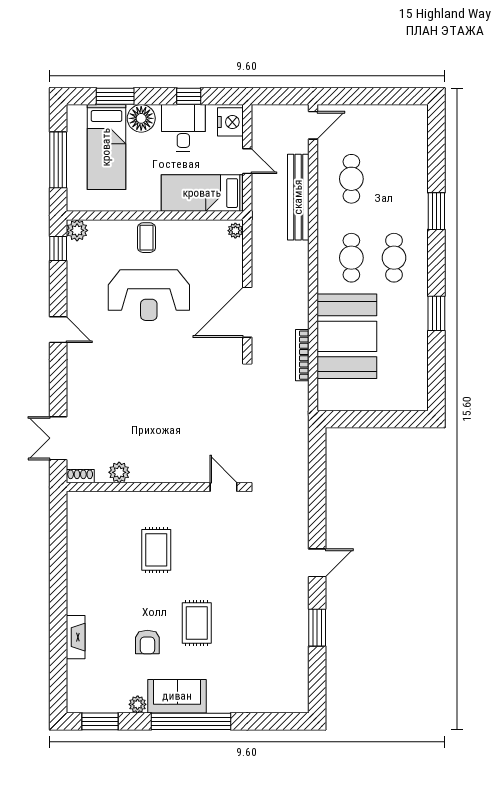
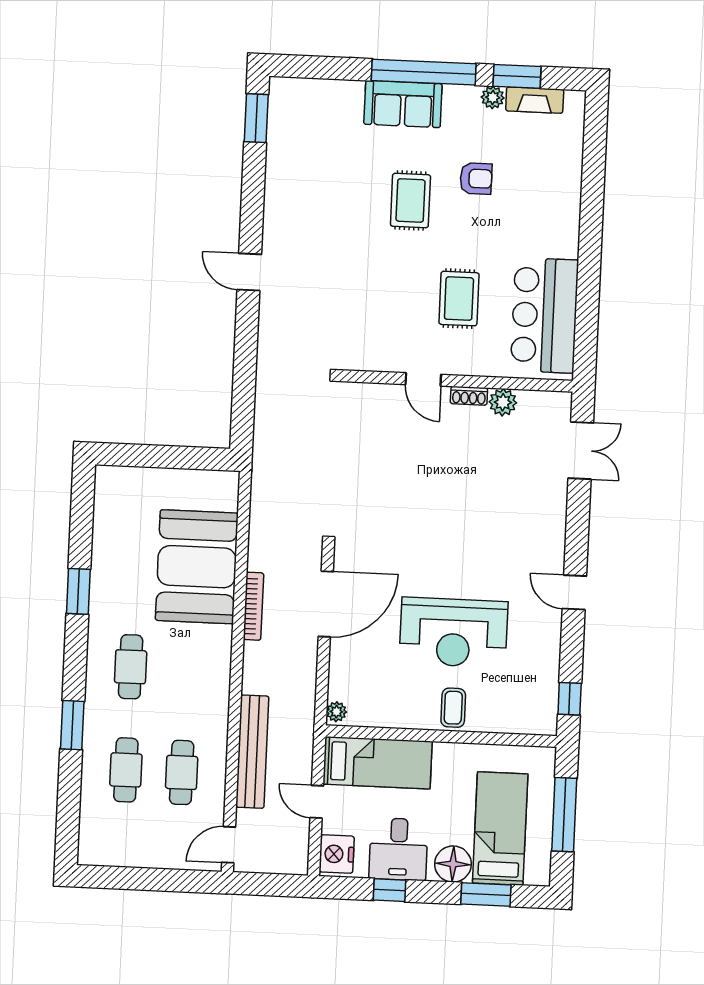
plant: (77, 230) -> (544, 721), removed
cafe table: (351, 258) -> (126, 770), moved
reception desk: (149, 295) -> (454, 632), turned 180
bookcase: (302, 355) -> (253, 606), moved
shoe rack: (80, 476) -> (469, 396), moved
door: (223, 487) -> (423, 379), moved
bar counter: (90, 540) -> (545, 315), added
door: (317, 563) -> (249, 272), hinge flipped
window: (317, 628) -> (256, 118), moved
fireplace: (76, 637) -> (535, 100), moved, turned -90
armchair: (147, 642) -> (476, 179), turned 90
sofa: (177, 696) -> (403, 104), moved
window: (100, 721) -> (517, 76), moved

